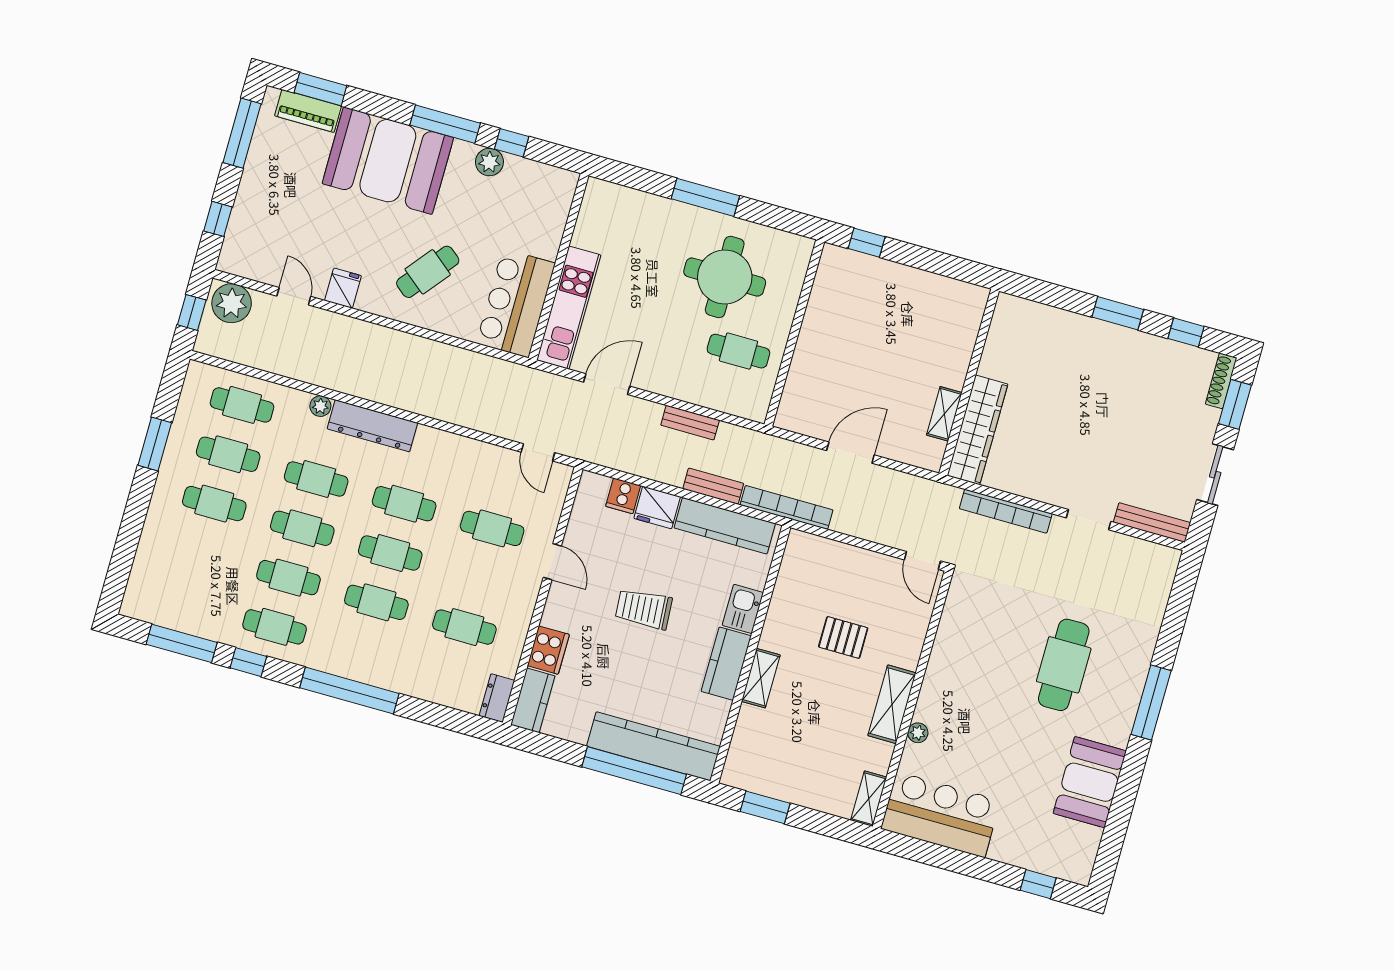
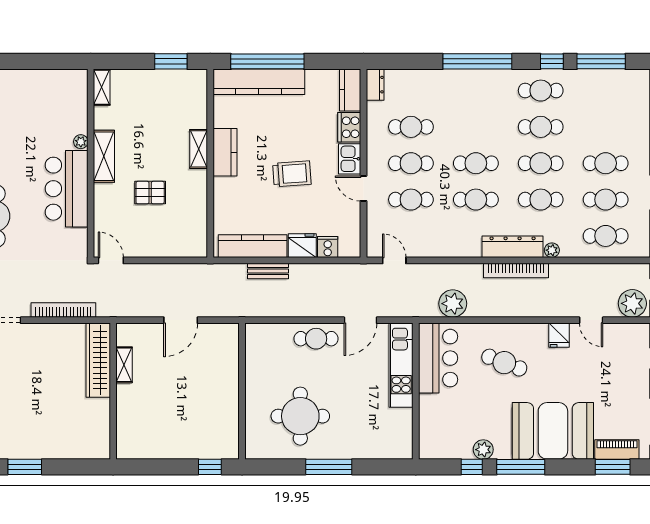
cafe table: (428, 272) -> (504, 363), turned 72
cafe table: (738, 351) -> (316, 339), moved
plant: (475, 372) -> (453, 304), added
bench: (690, 423) -> (296, 310), removed
bookcase: (787, 507) -> (516, 271), moved
cafe table: (376, 602) -> (411, 163), moved
kitchen sink: (743, 609) -> (350, 159), moved, turned 180
bar counter: (941, 815) -> (67, 189), moved, turned 90

